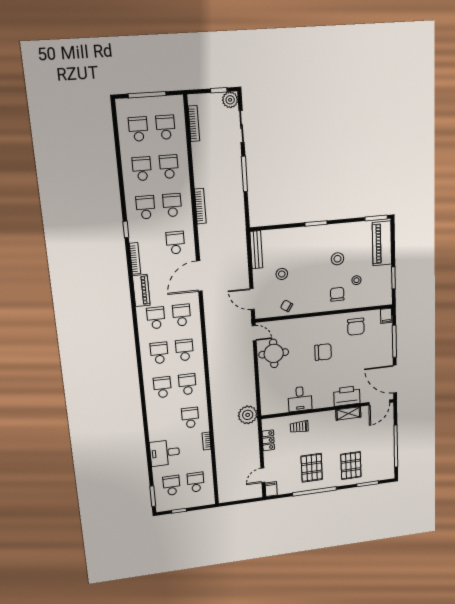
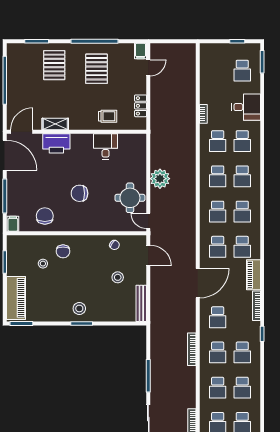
stool: (337, 259) -> (79, 308), moved
plant: (248, 415) -> (160, 179), moved
school desk: (196, 482) -> (242, 141), moved

